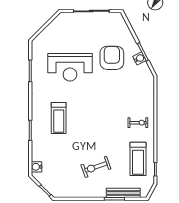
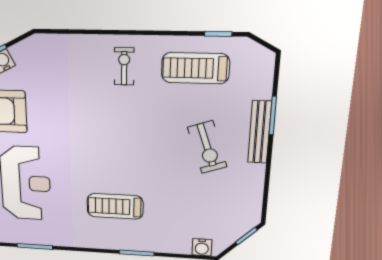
treadmill: (59, 118) -> (115, 206), turned 180
treadmill: (138, 159) -> (195, 68), turned 180
bench: (123, 193) -> (260, 132), moved

